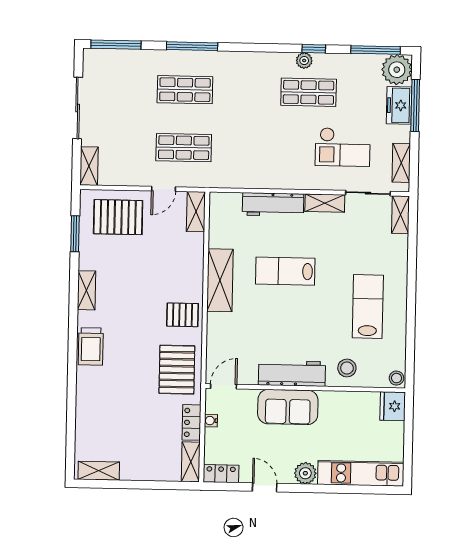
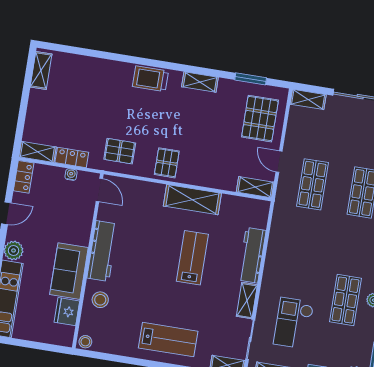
lab bench: (368, 306) -> (168, 340), moved
pallet: (177, 370) -> (120, 151), width x0.67, depth x0.71
fridge: (393, 406) -> (67, 312), moved, turned -90
sofa: (288, 407) -> (69, 271), moved

